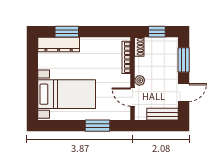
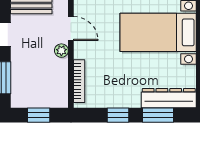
window: (97, 32) -> (118, 115), added
shoe rack: (139, 47) -> (62, 95), removed

